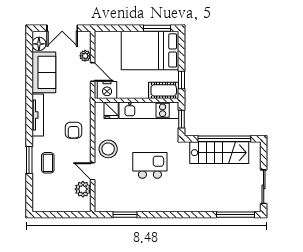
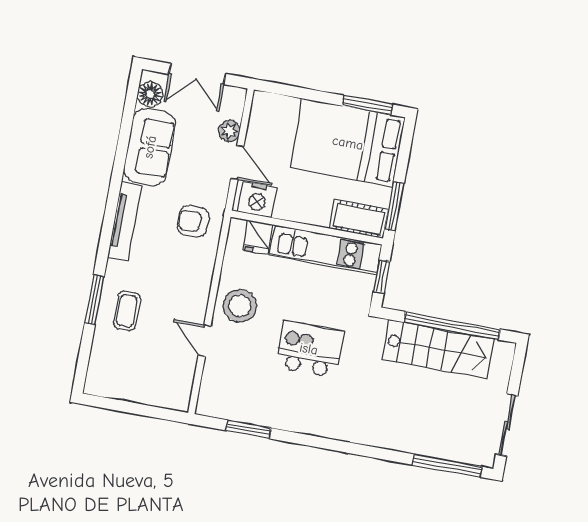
window: (181, 80) -> (394, 206), width x1.50
armchair: (73, 130) -> (193, 221), moved, turned 90
plant: (83, 189) -> (181, 370), removed

